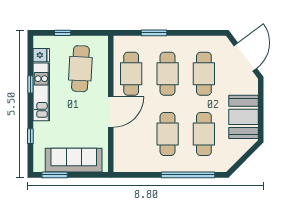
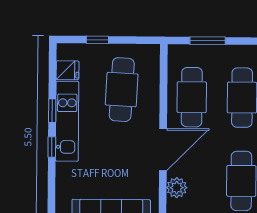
window: (154, 33) -> (208, 41), moved
window: (30, 136) -> (52, 147), moved
plant: (121, 139) -> (177, 188), added

